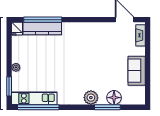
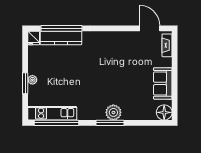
window: (9, 86) -> (25, 83), moved
floor lamp: (114, 98) -> (164, 112), moved
window: (107, 107) -> (110, 123), moved

